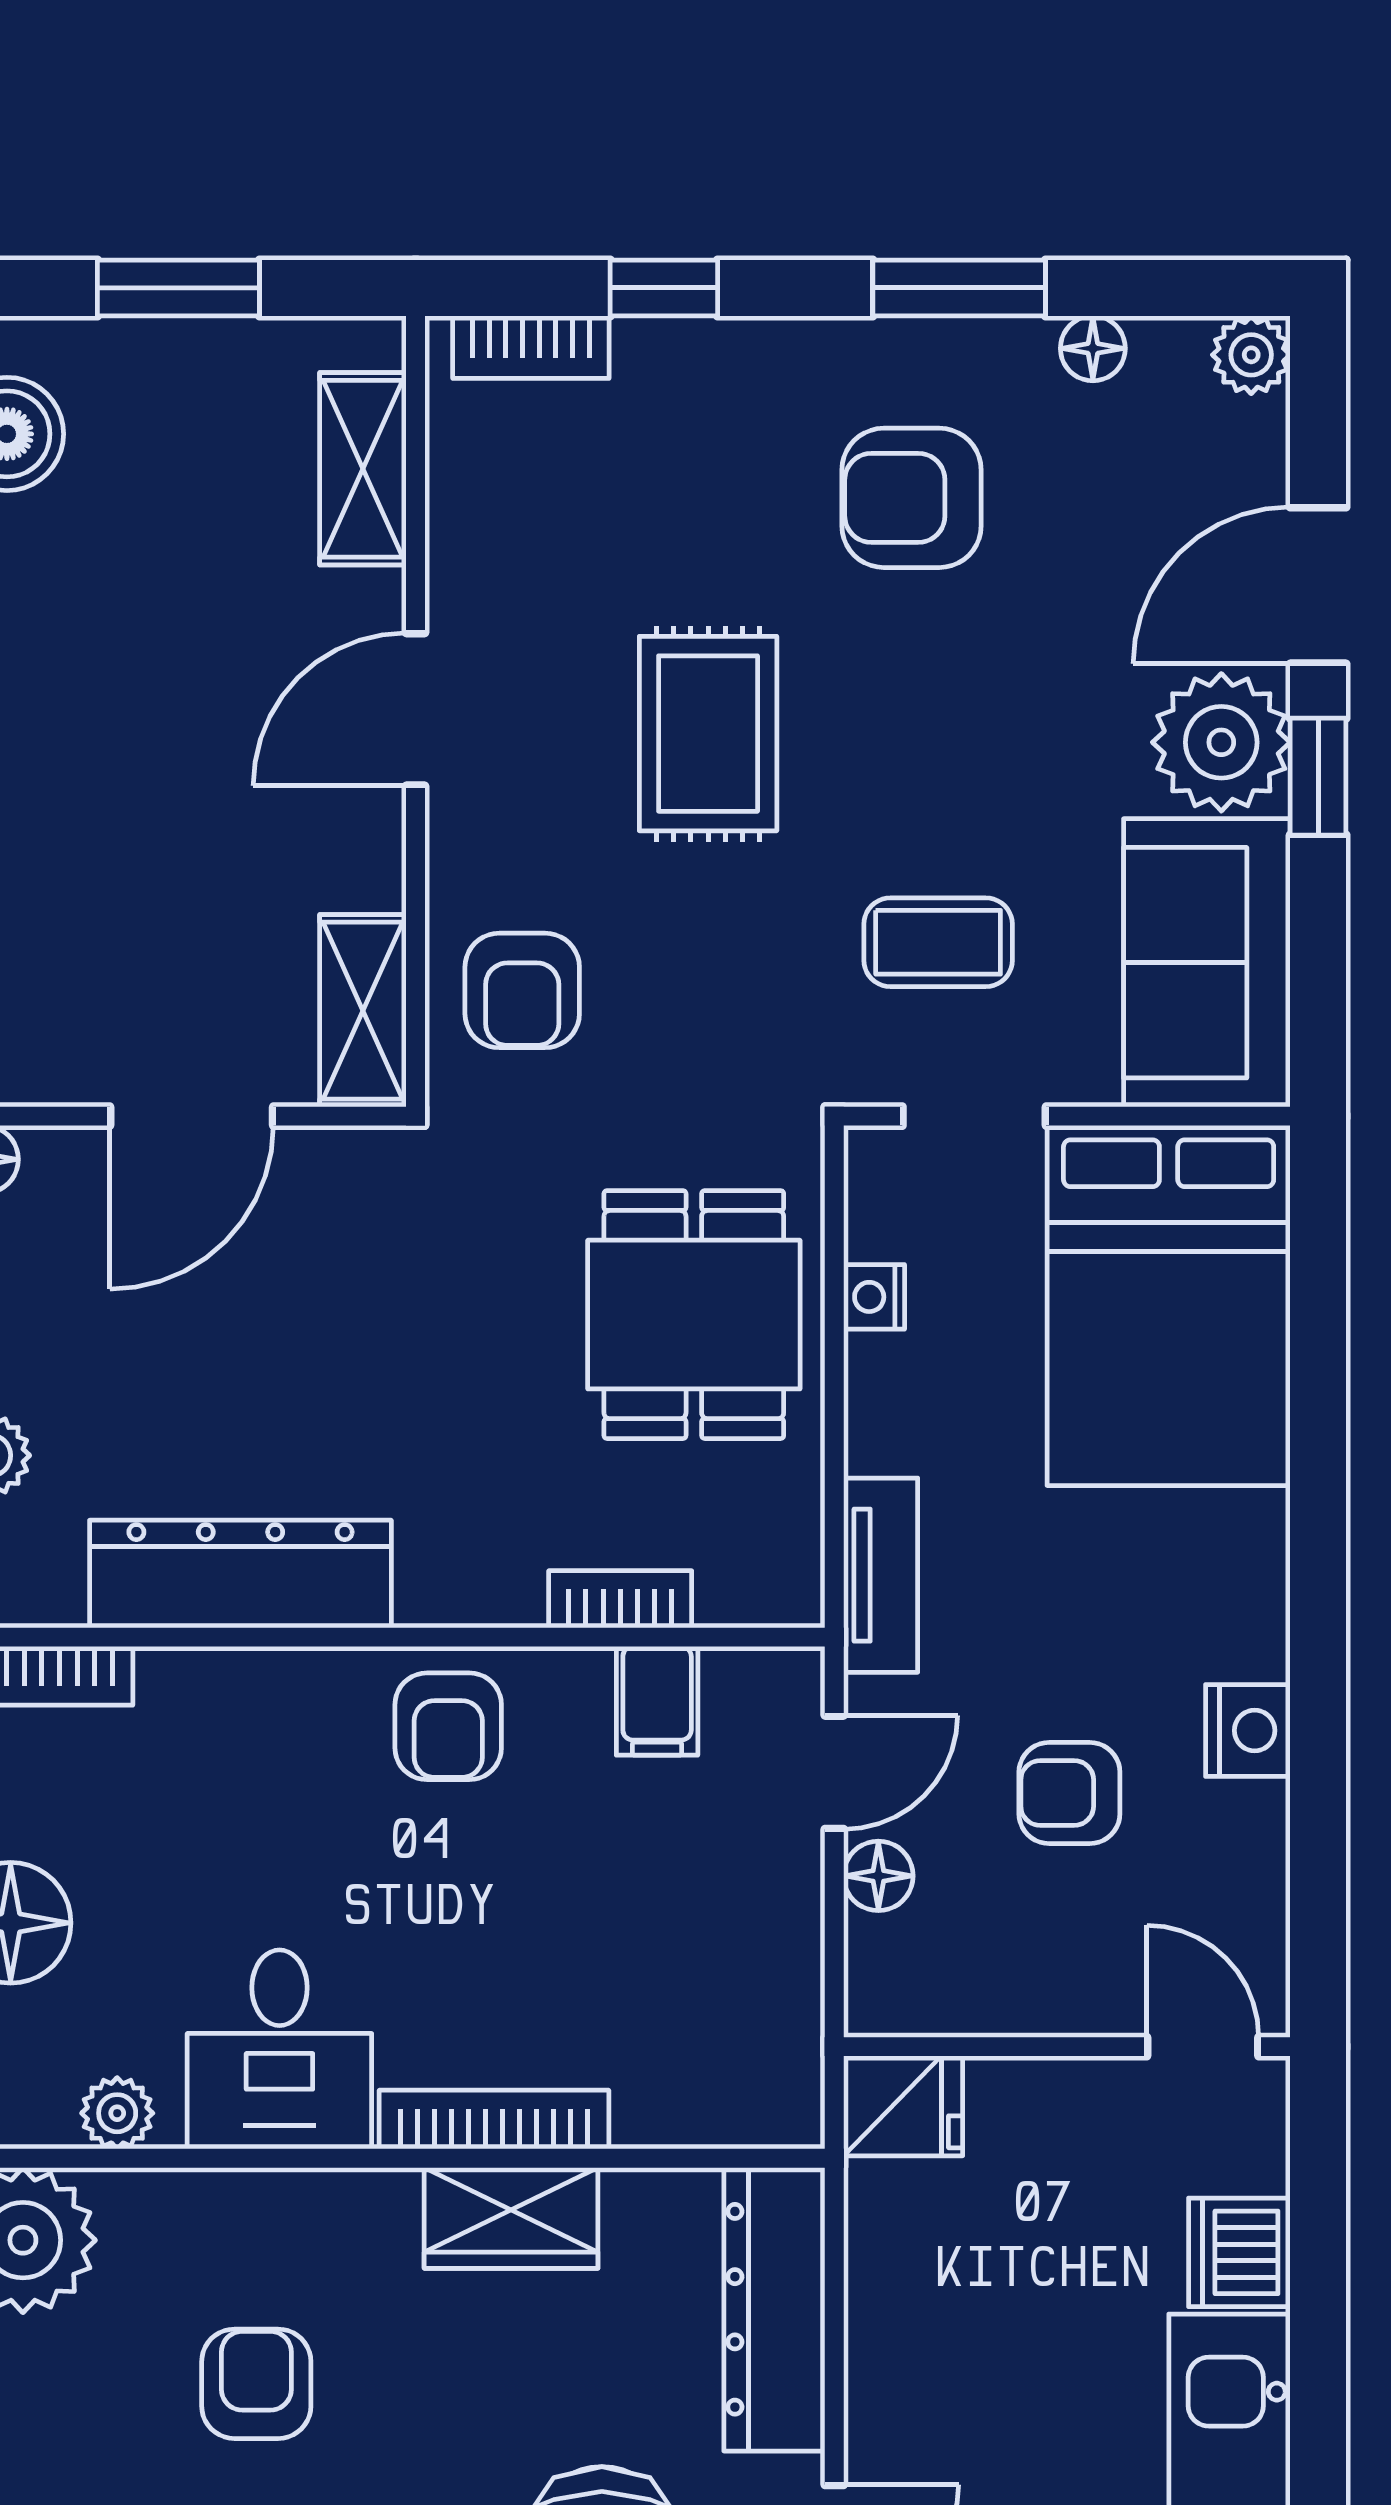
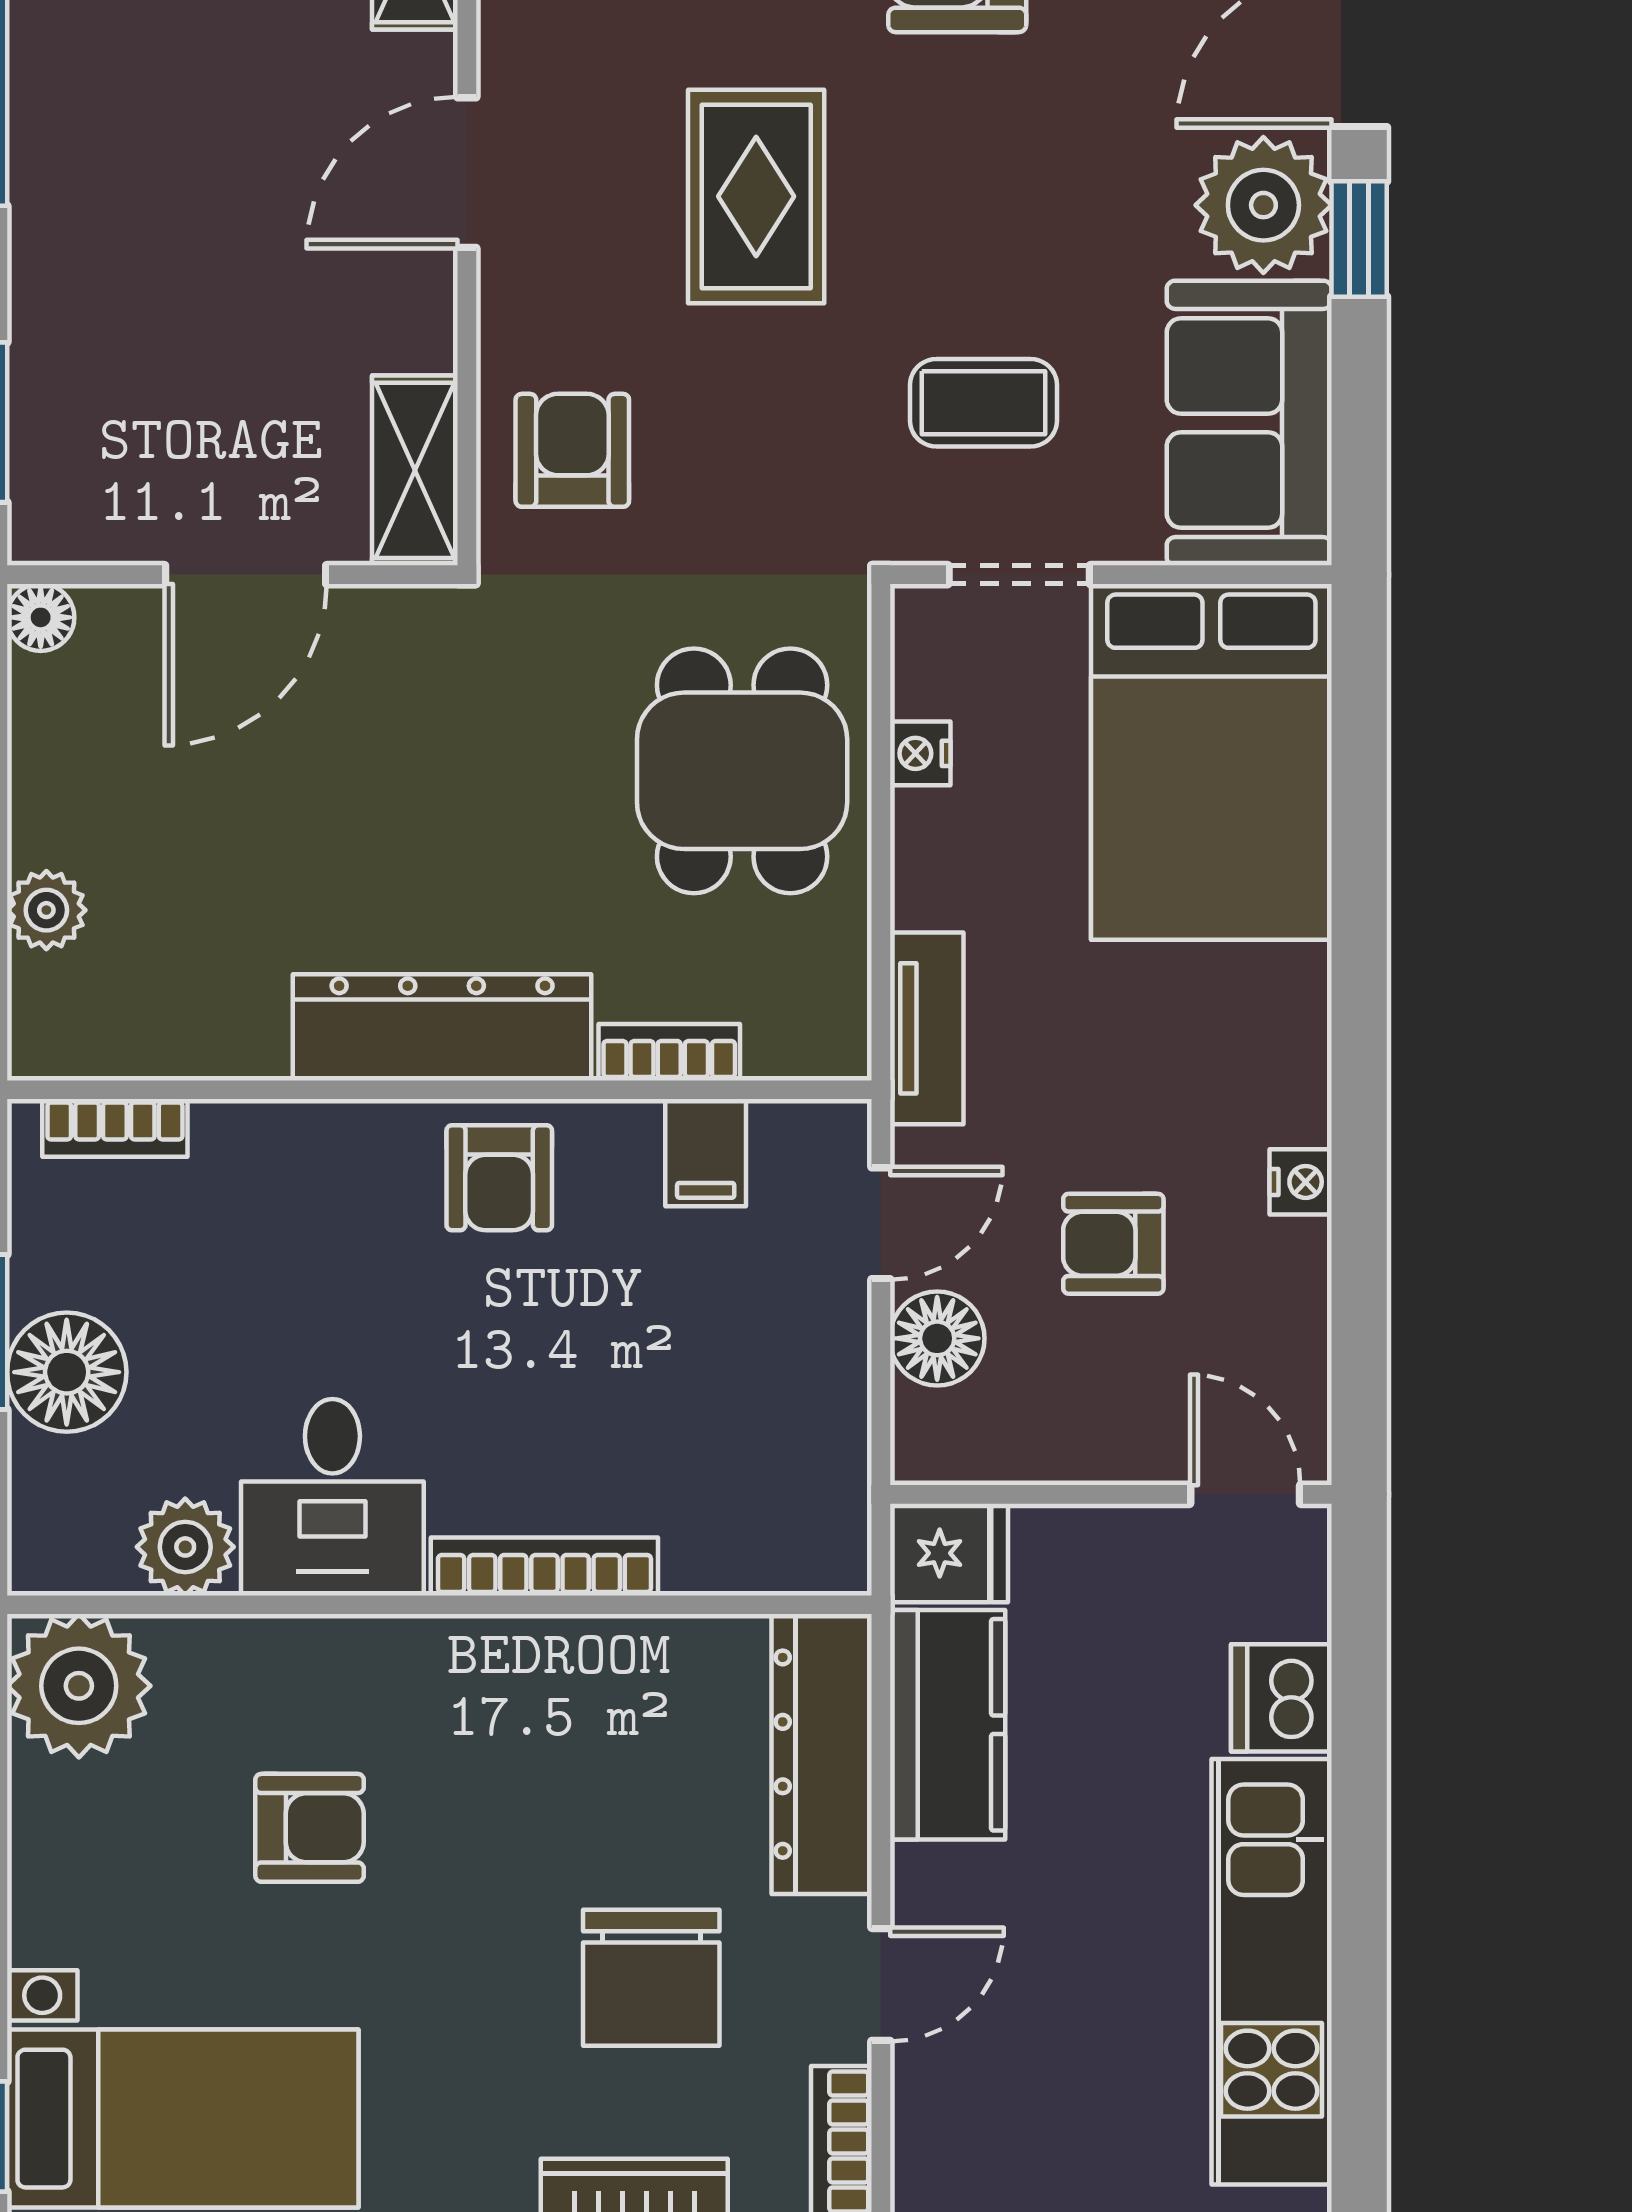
armchair: (522, 990) -> (572, 450), turned 180
dresser: (240, 1574) -> (442, 1027), moved
nightstand: (1248, 1730) -> (1301, 1182), width x0.72, depth x0.74
floor lamp: (878, 1876) -> (937, 1338), width x1.37, depth x1.37
plant: (117, 2113) -> (185, 1547), width x1.38, depth x1.38
wardrobe: (511, 2218) -> (561, 1664), removed
kitchen counter: (902, 2280) -> (948, 1725), added
armchair: (256, 2384) -> (310, 1828), turned 90

